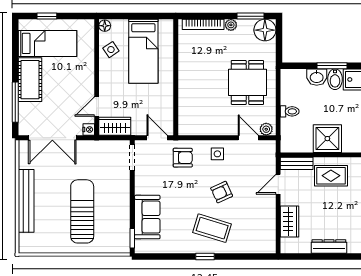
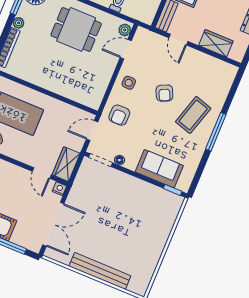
armchair: (183, 158) -> (119, 115), turned 180
floor lamp: (140, 176) -> (119, 160), added
sun lounger: (82, 211) -> (130, 225), removed
window: (205, 257) -> (216, 132), width x2.17

